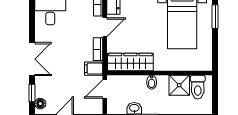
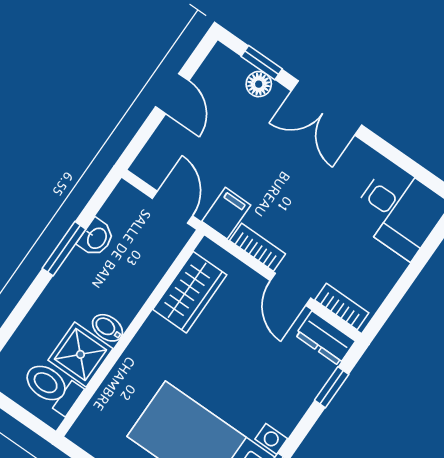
wardrobe: (130, 62) -> (190, 292), width x0.67
bidet: (152, 82) -> (108, 328), moved
floor lamp: (40, 104) -> (259, 84), moved

